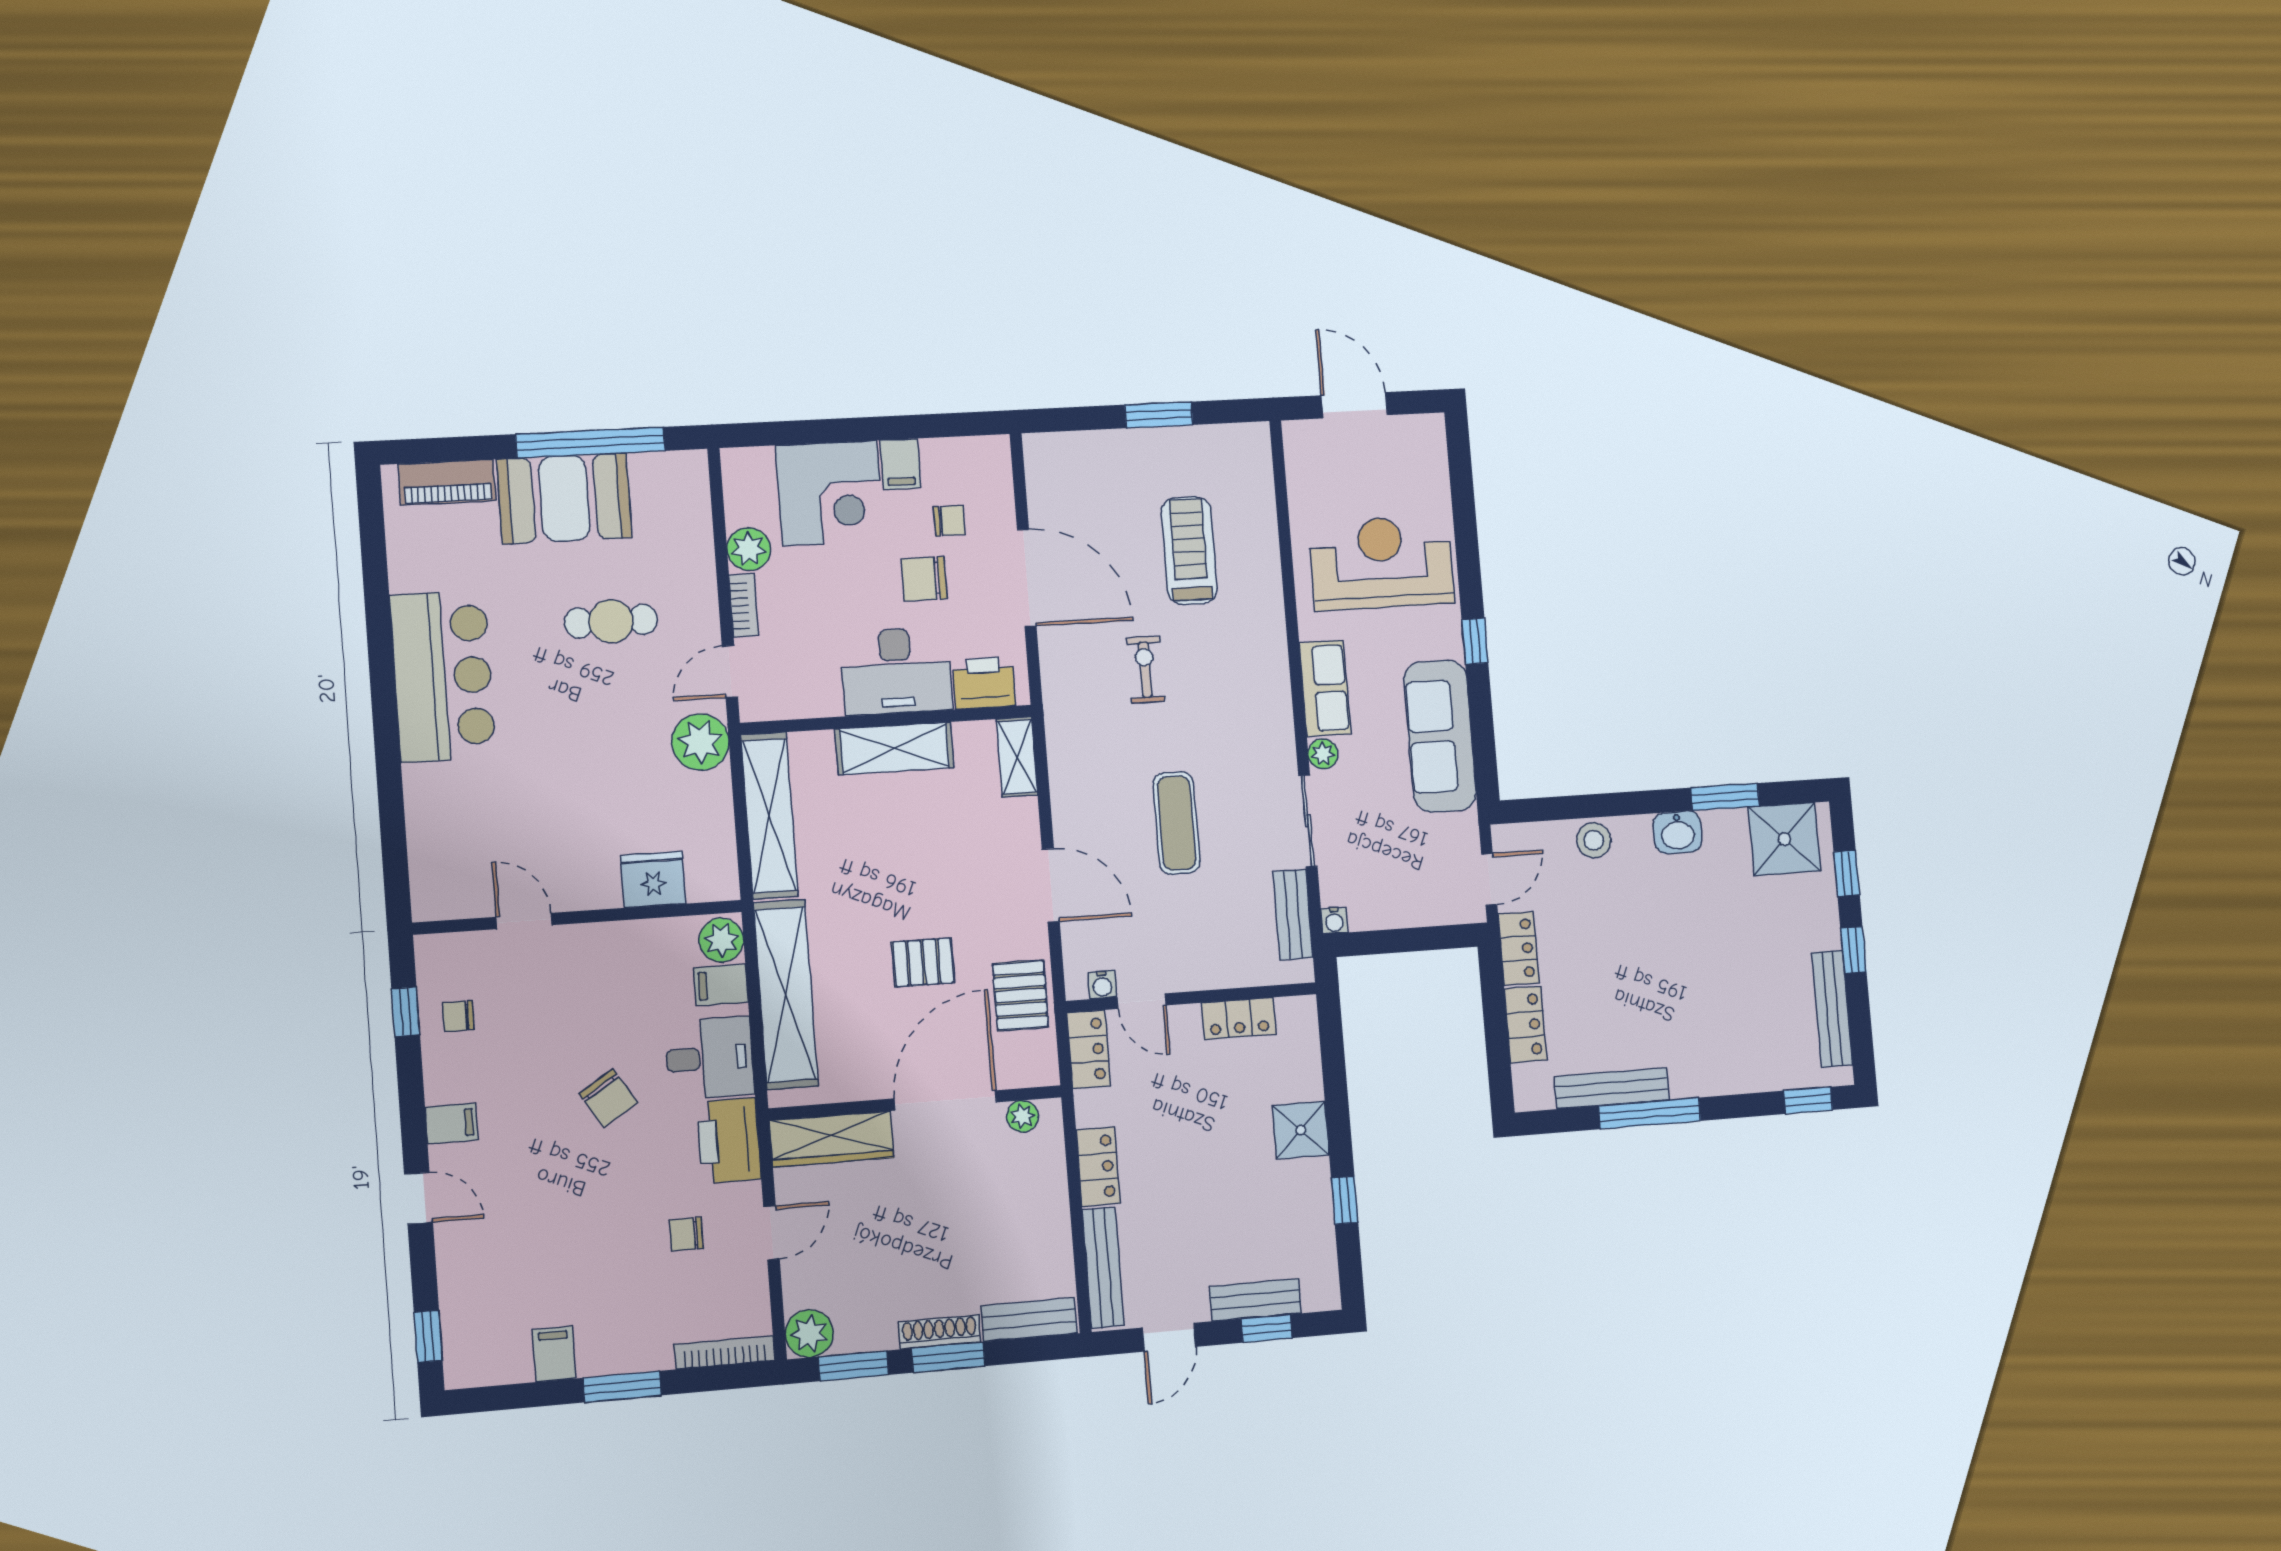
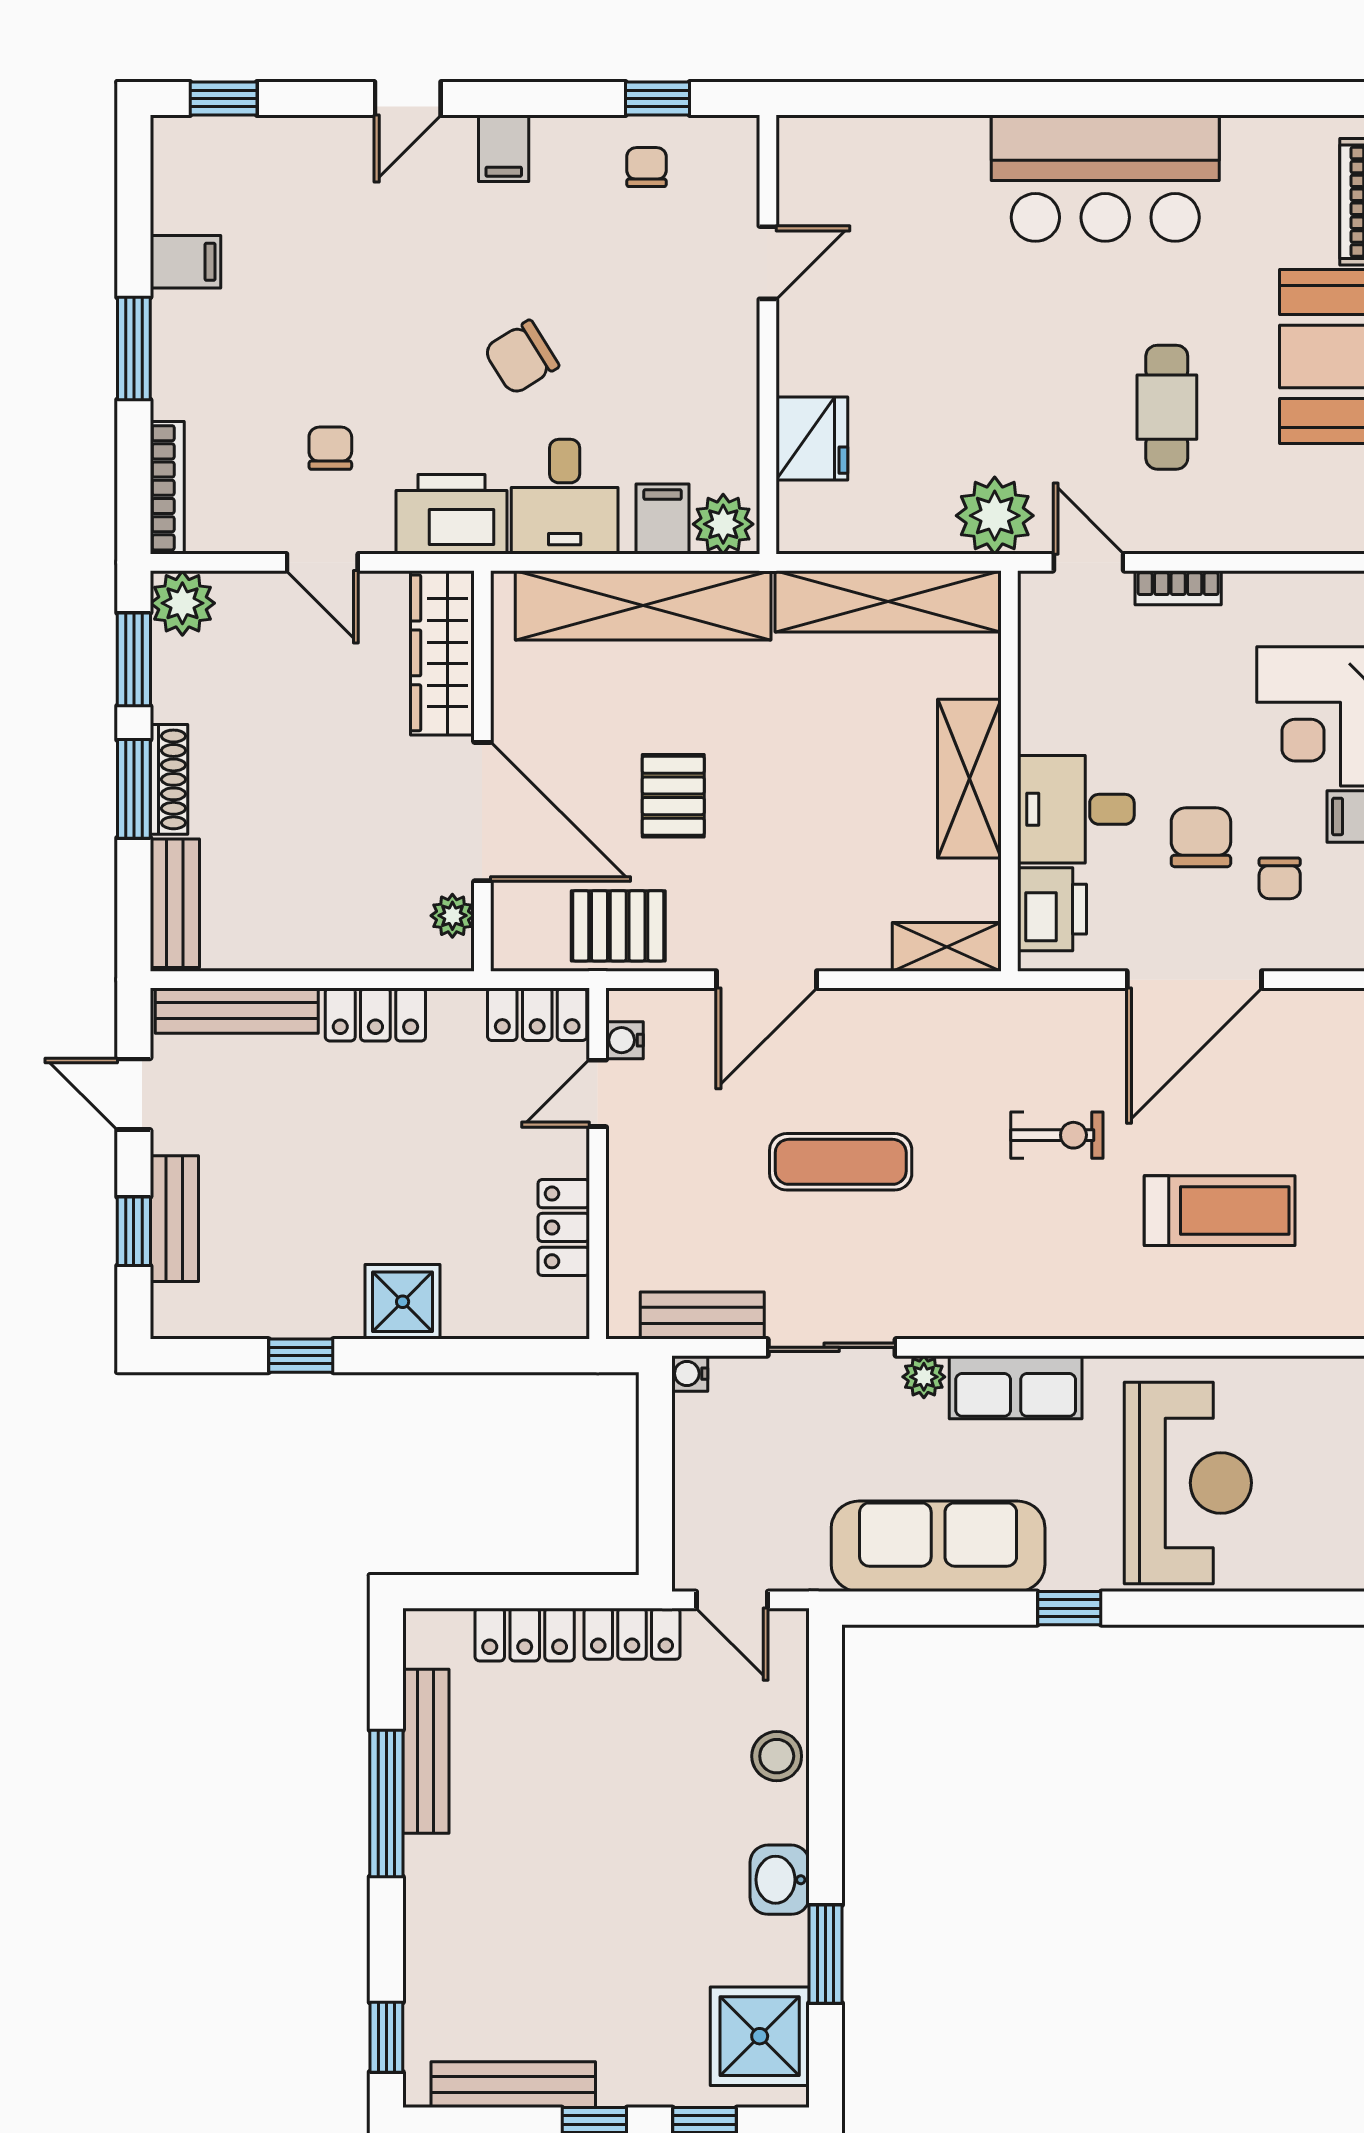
plant: (749, 549) -> (1255, 600), removed
desk: (896, 671) -> (1076, 809), width x0.73

